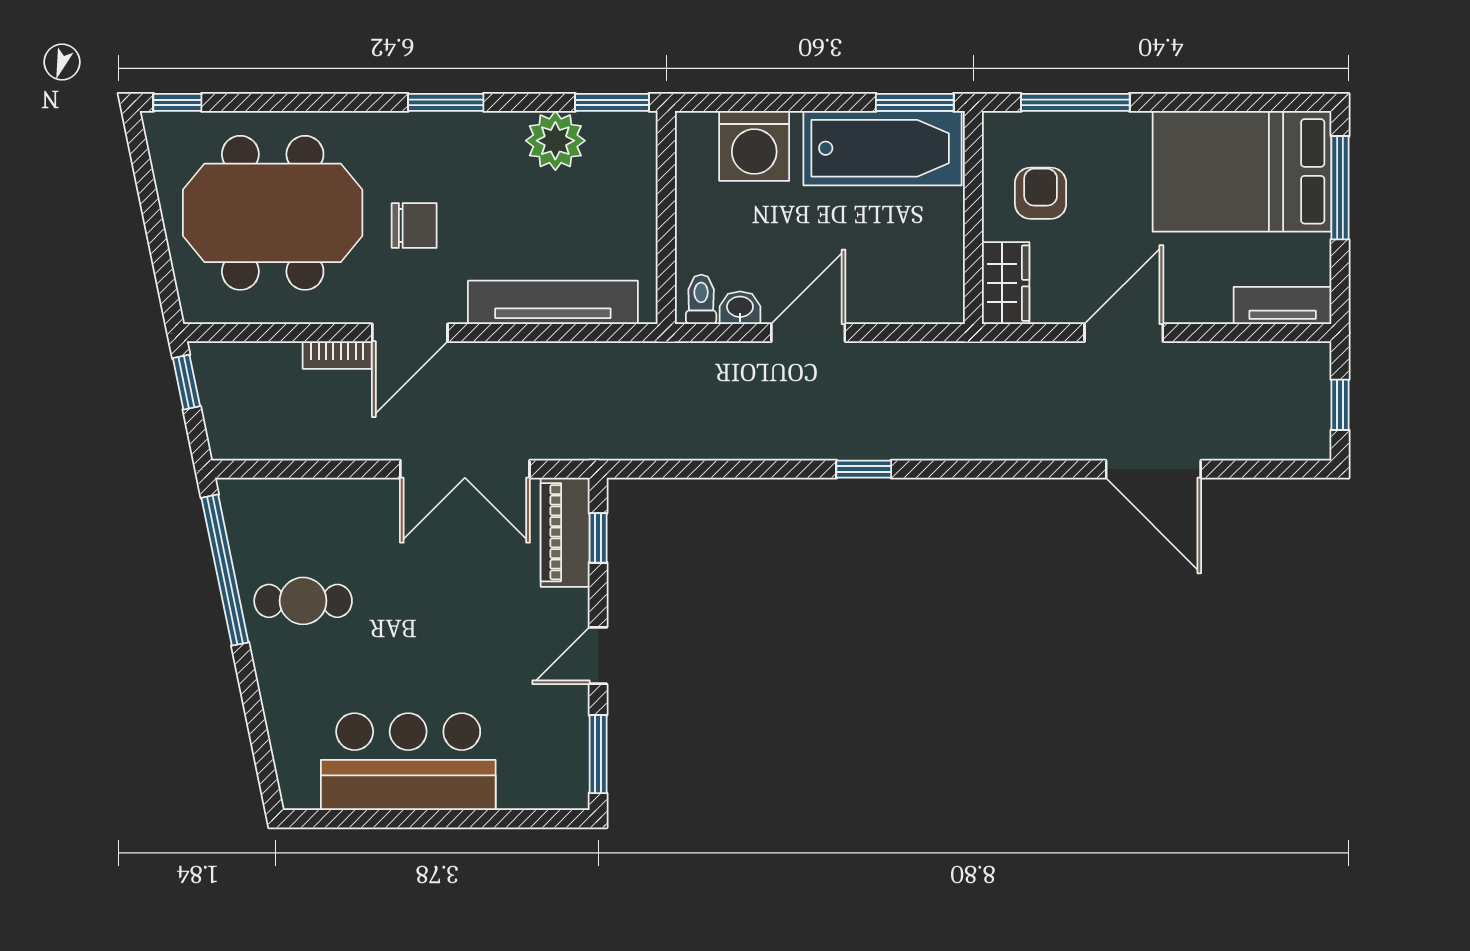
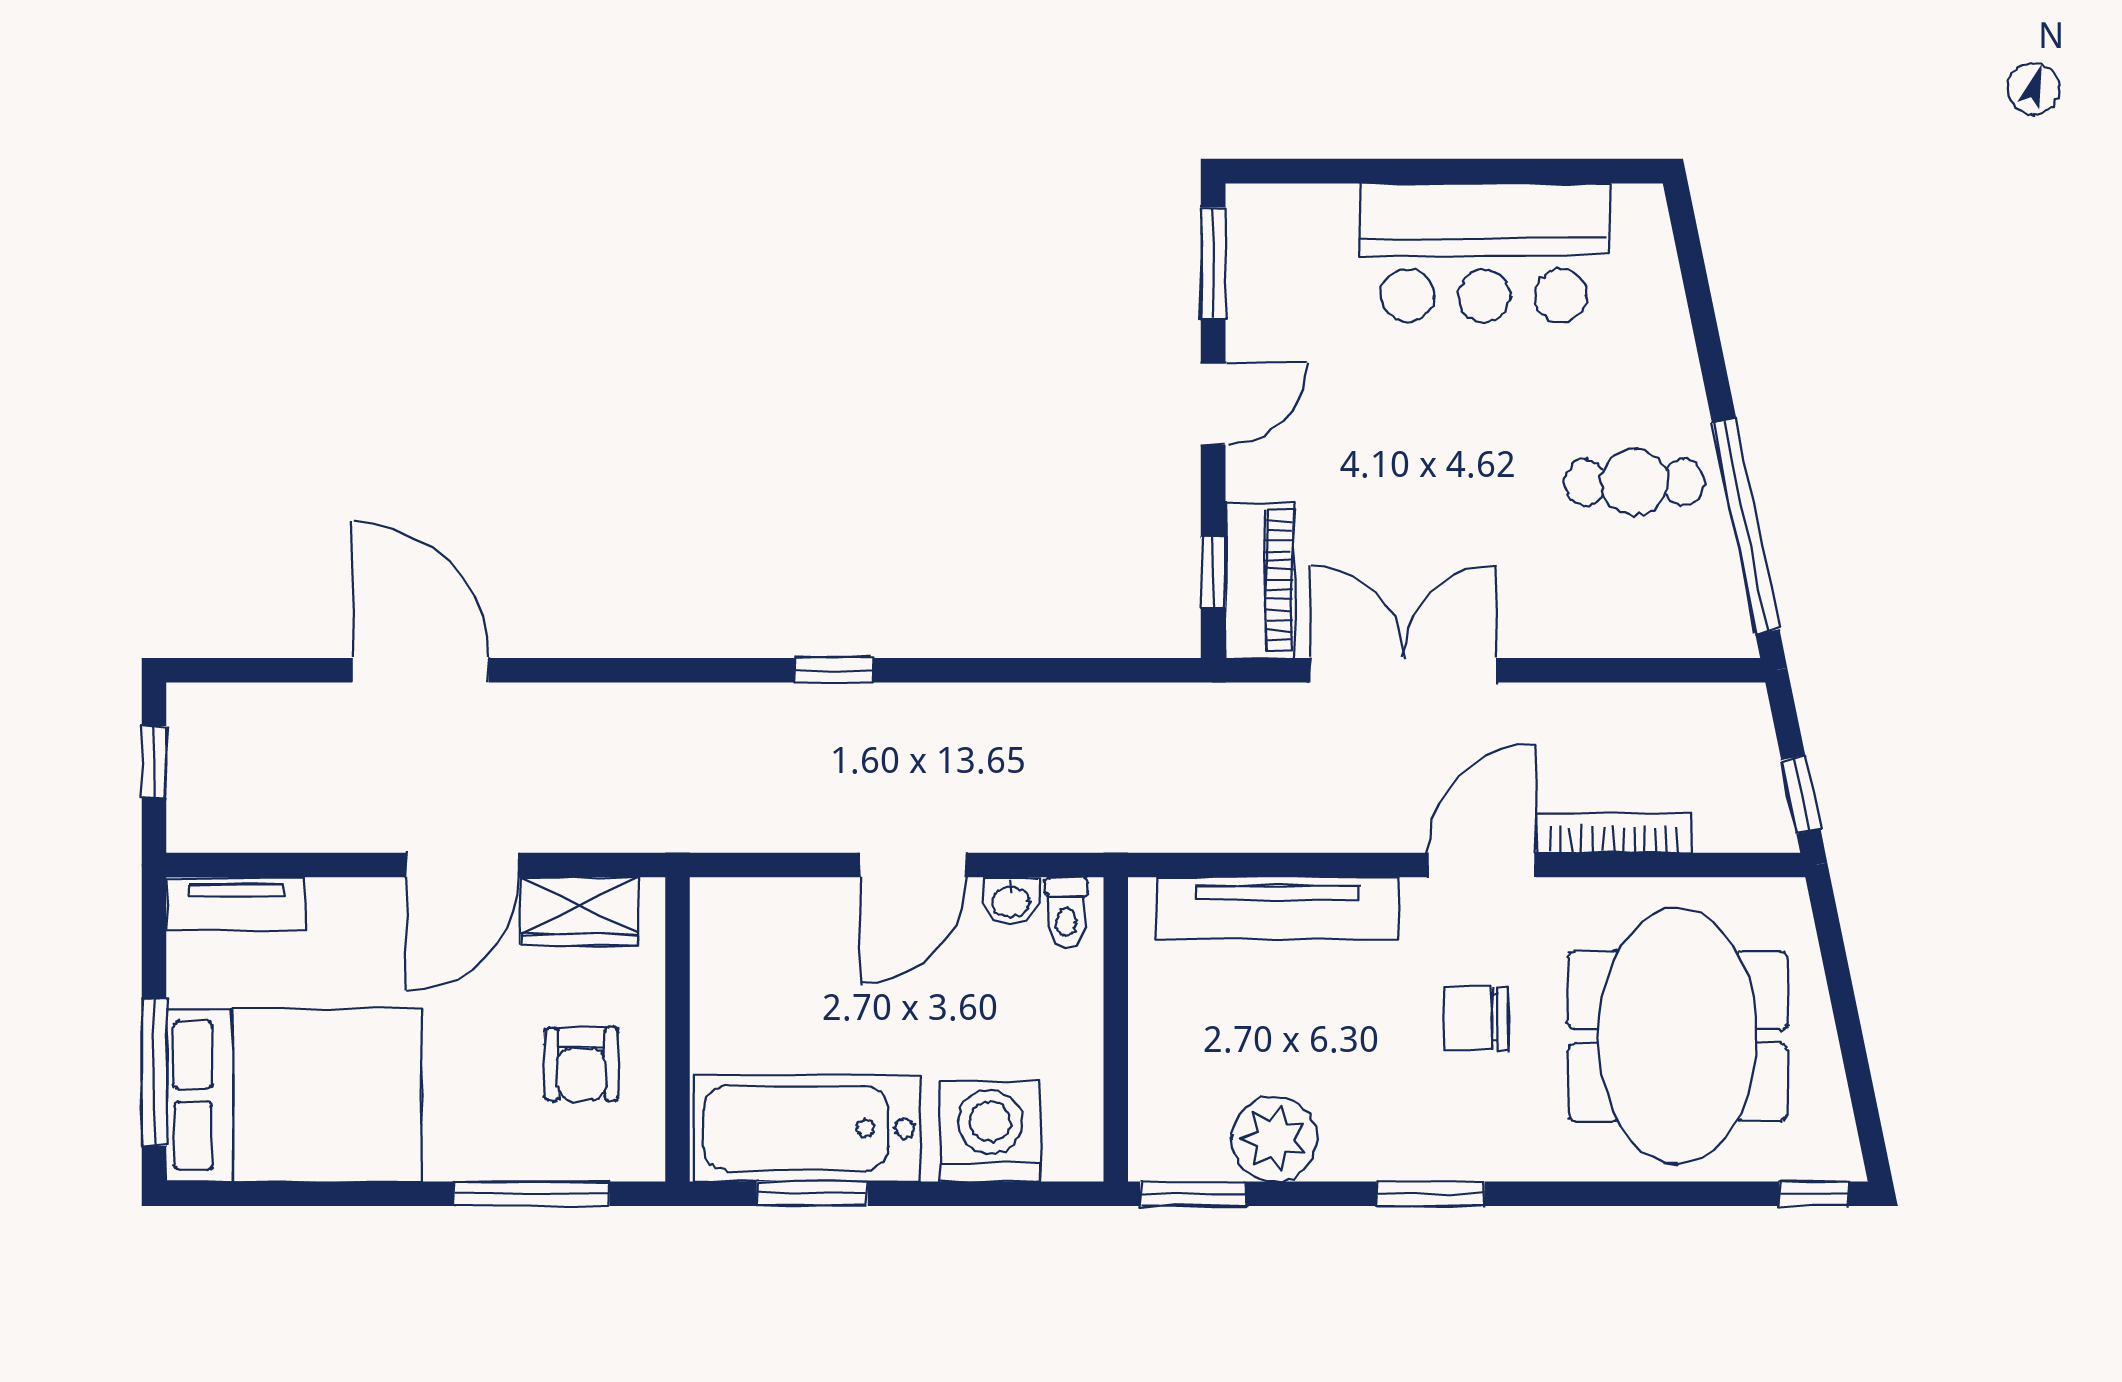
window: (915, 102) -> (812, 1194), moved
meeting table: (273, 213) -> (1678, 1036), turned 90
wardrobe: (1006, 283) -> (579, 911), moved, turned -90
bookcase: (337, 355) -> (1613, 833), width x1.56

